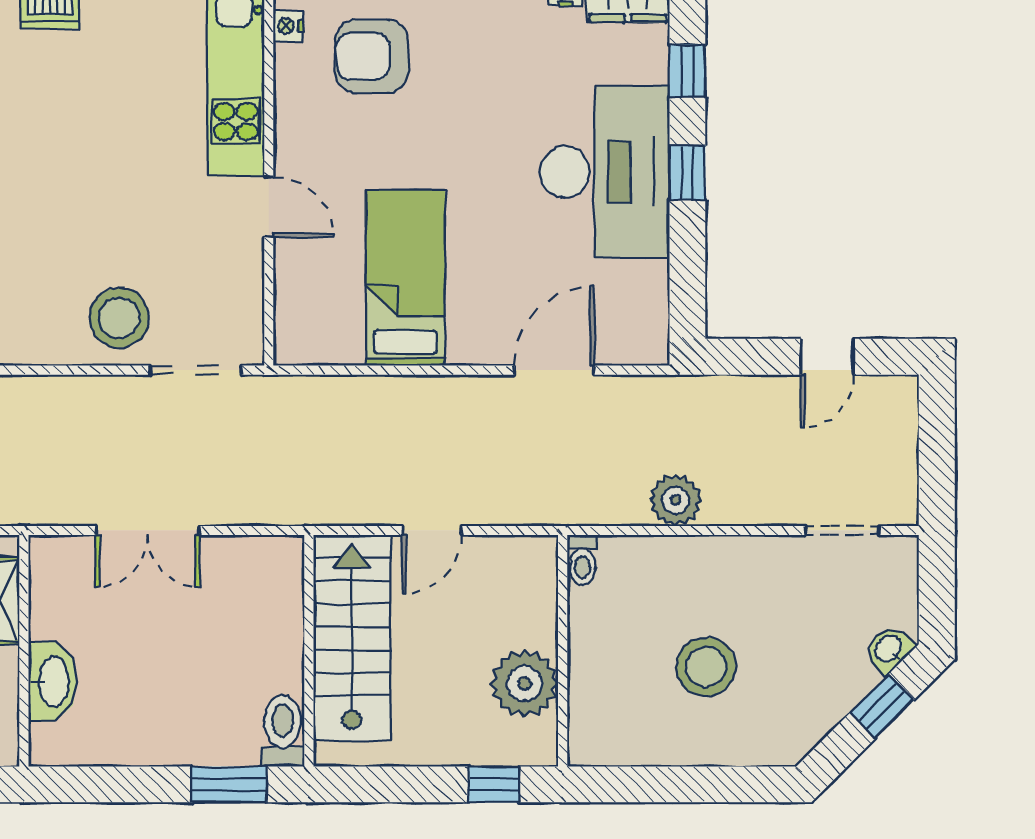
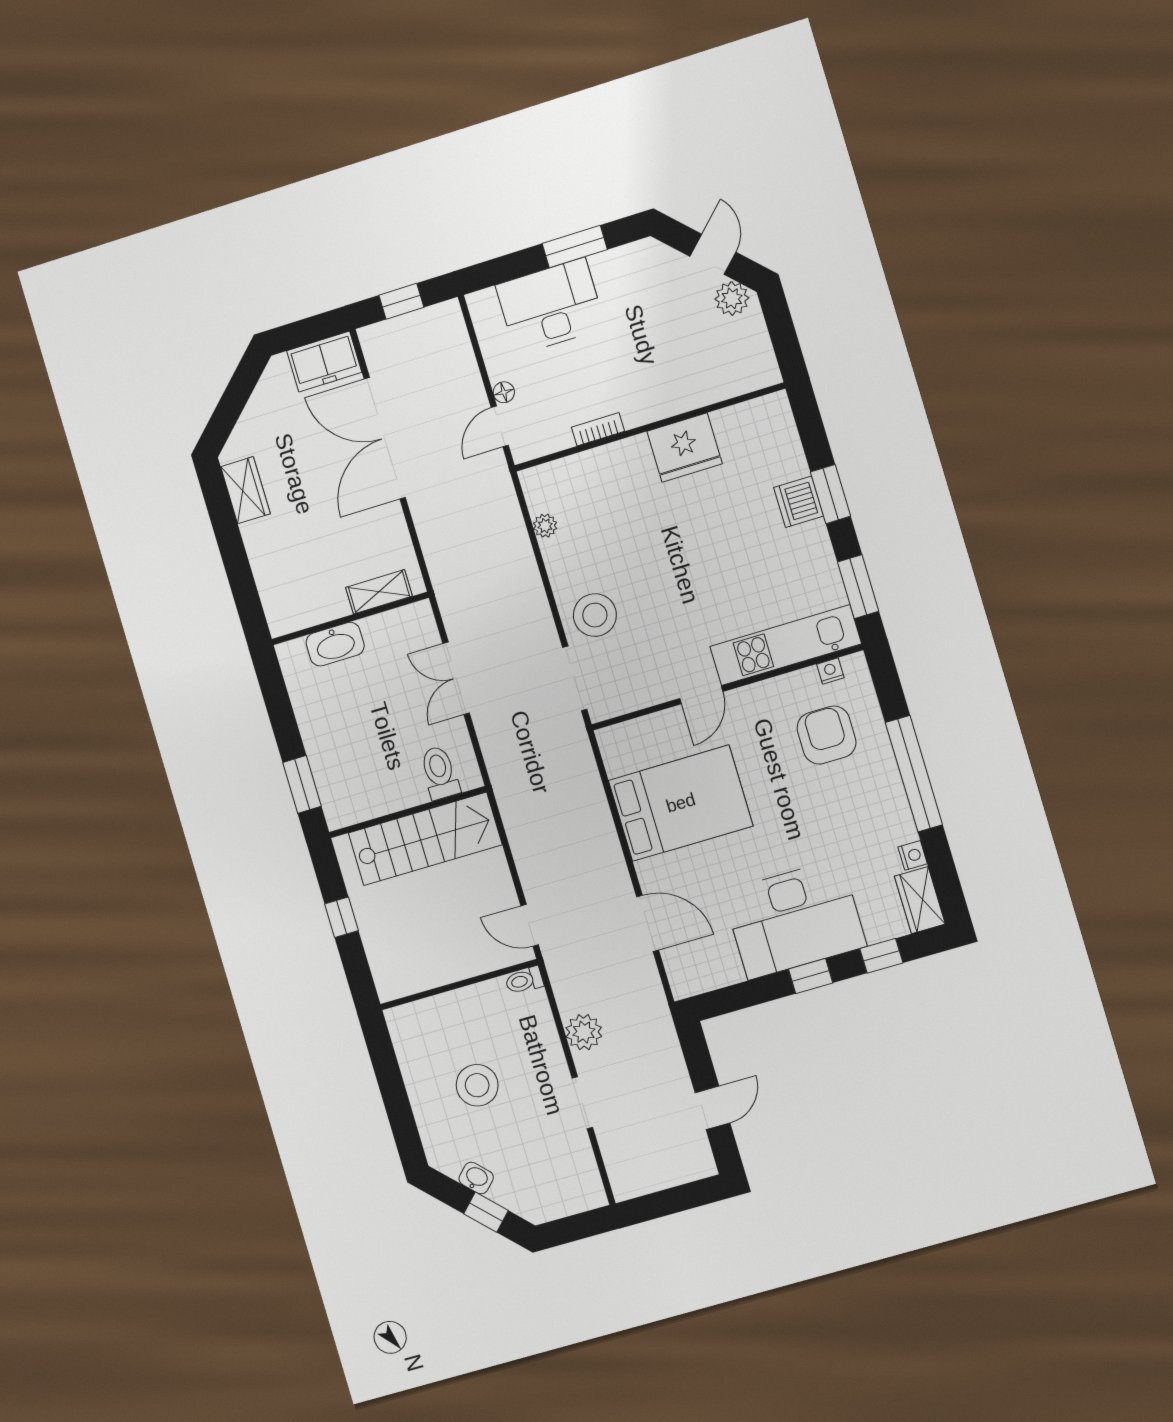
bed: (405, 278) -> (681, 803), width x1.50
door: (827, 357) -> (713, 1108), swing flipped
door: (432, 530) -> (530, 925), moved
doorway: (842, 530) -> (582, 1103), moved
washbasin: (889, 649) -> (476, 1178), moved
plant: (525, 684) -> (429, 965), removed
toilet: (283, 731) -> (440, 773), moved, turned -90
window: (494, 784) -> (342, 917), moved

